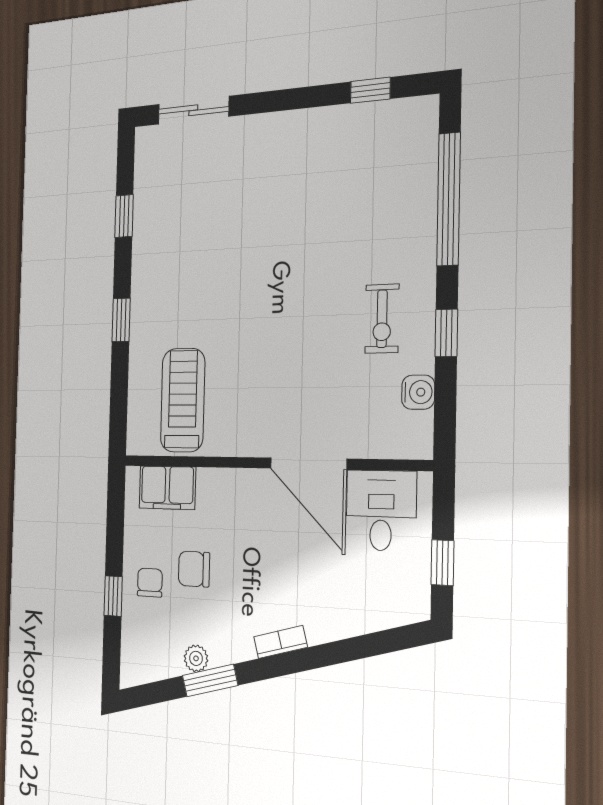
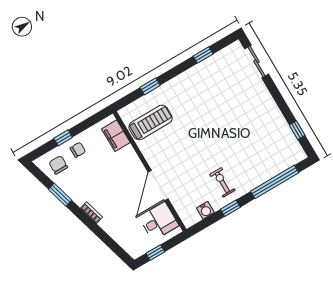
exercise bike: (382, 319) -> (222, 182), turned 90
window: (121, 320) -> (150, 86), moved
chair: (194, 569) -> (58, 165), moved
plant: (196, 658) -> (64, 185), removed

